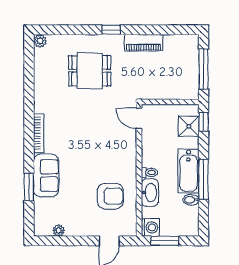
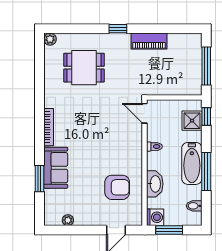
dining table: (90, 71) -> (84, 68), moved
toilet: (149, 173) -> (154, 147), moved
bidet: (191, 200) -> (194, 206), moved

